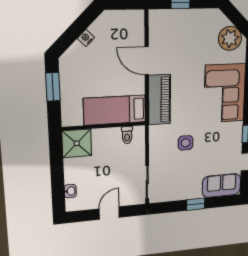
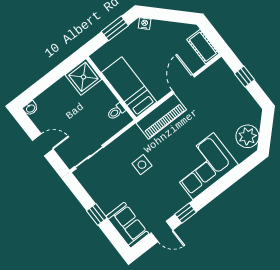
cot: (127, 19) -> (203, 47), added
nightstand: (86, 38) -> (145, 24), moved
washbasin: (70, 191) -> (30, 108), moved

